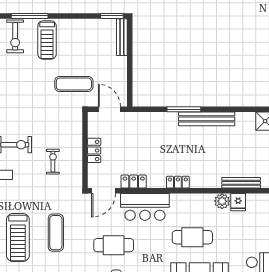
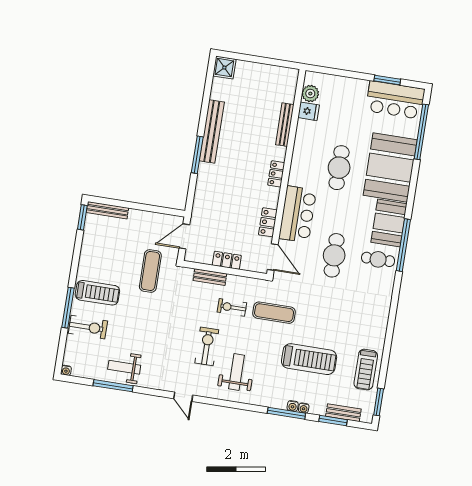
bench: (77, 138) -> (210, 277), added
bench: (241, 183) -> (285, 125), moved
plant: (222, 201) -> (310, 94), moved
exercise mat: (56, 233) -> (274, 313), moved

